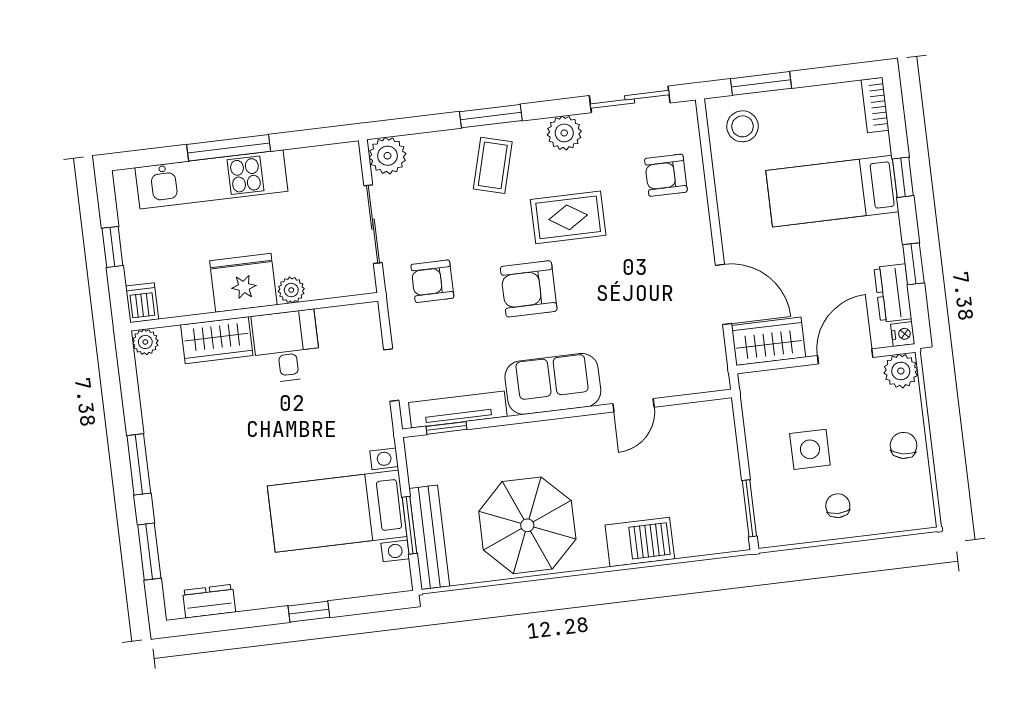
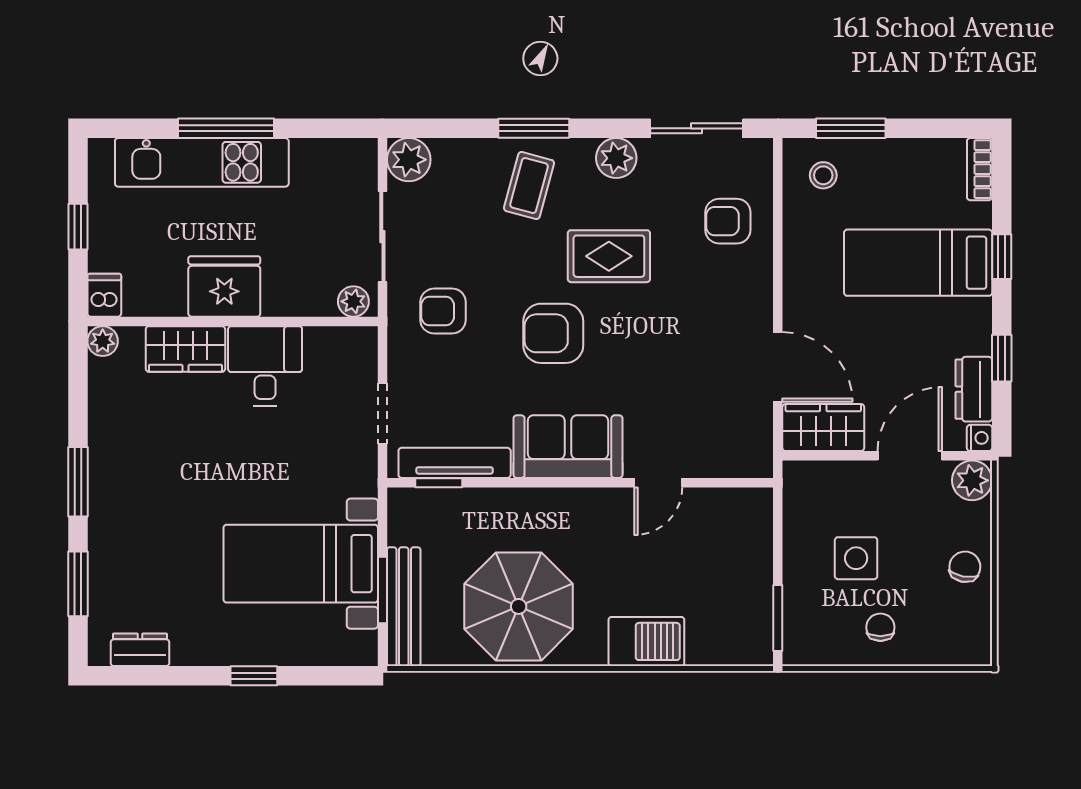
stool: (743, 126) -> (823, 175), width x0.73, depth x0.73
plant: (291, 290) -> (353, 301), moved

